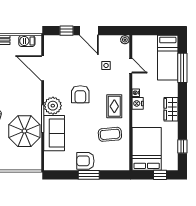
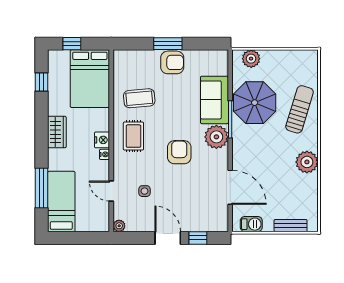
plant: (27, 164) -> (251, 59), added

